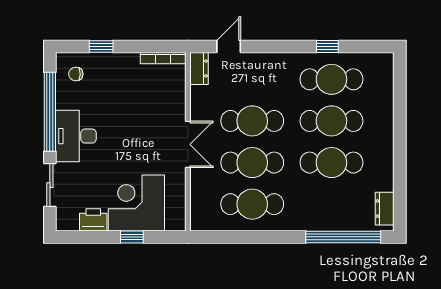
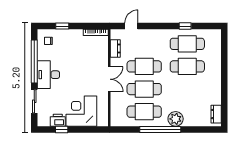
dresser: (199, 69) -> (115, 49), moved
cafe table: (331, 163) -> (187, 89), removed
plant: (310, 217) -> (176, 119), added
window: (132, 237) -> (62, 129), moved
window: (343, 237) -> (160, 129), moved

